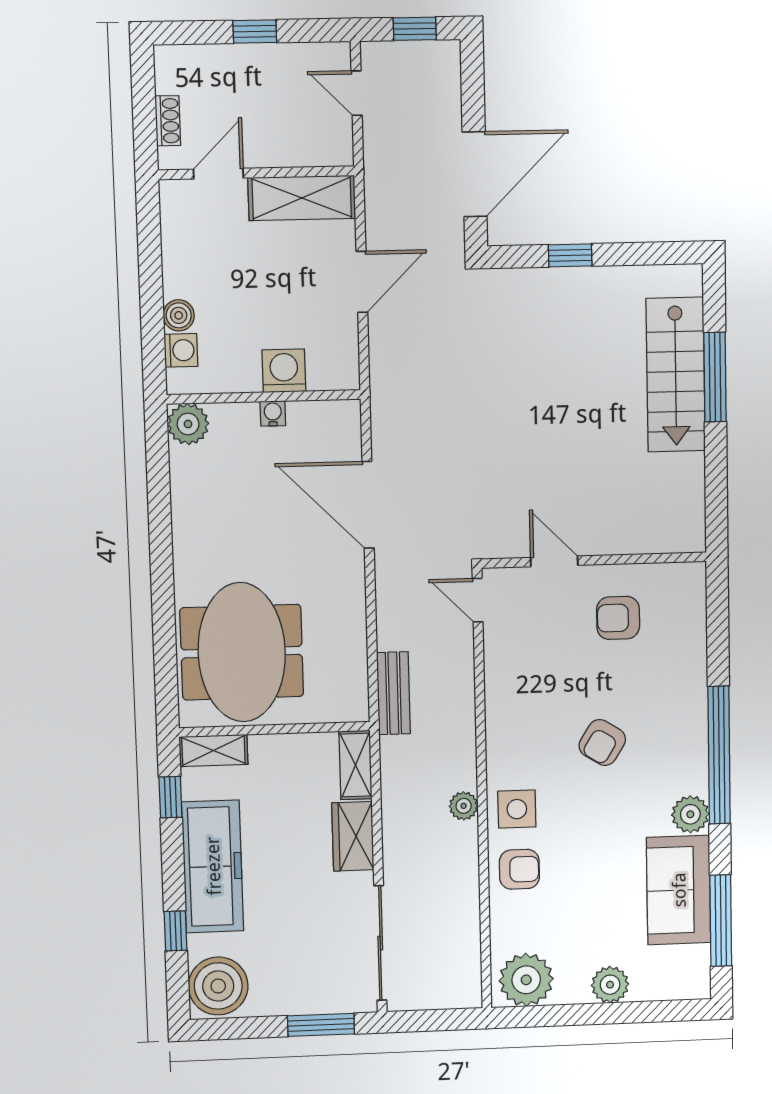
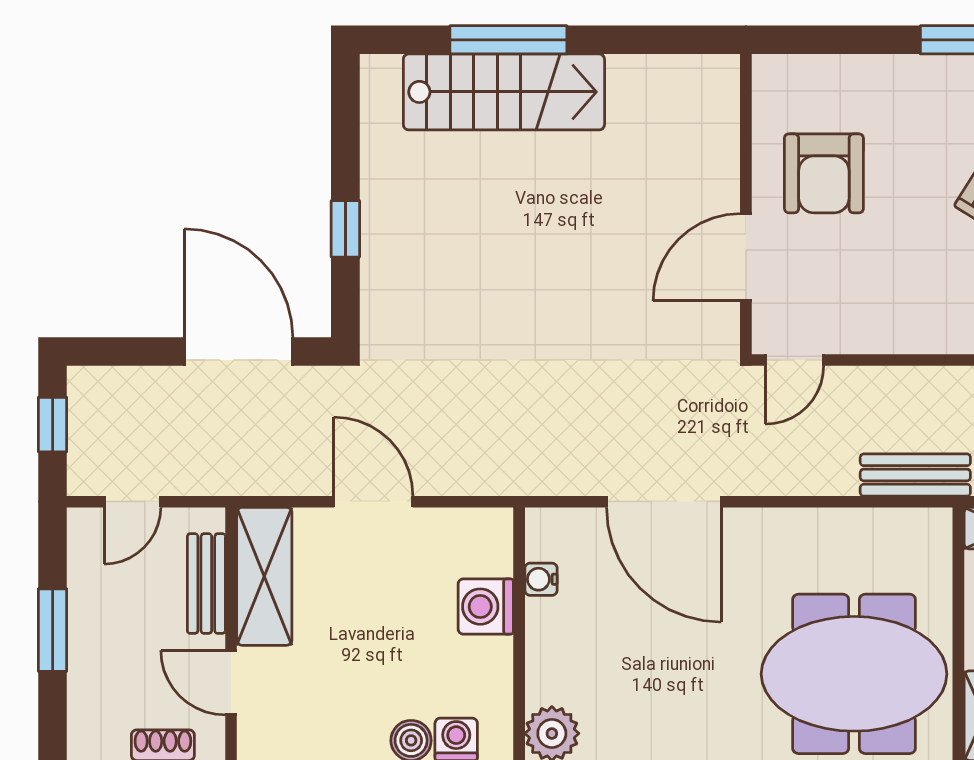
window: (255, 31) -> (53, 630), width x1.50
bench: (295, 153) -> (206, 584), added
water cooler: (273, 413) -> (541, 579), moved
door: (368, 505) -> (664, 502), hinge flipped
door: (554, 561) -> (746, 257), width x1.38
armchair: (618, 618) -> (824, 173), width x1.38, depth x1.38

